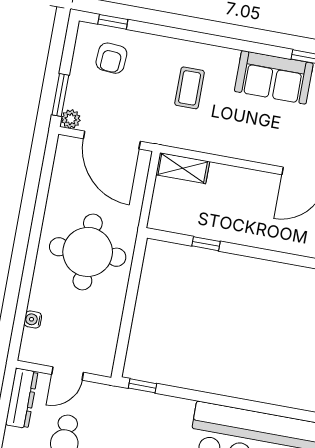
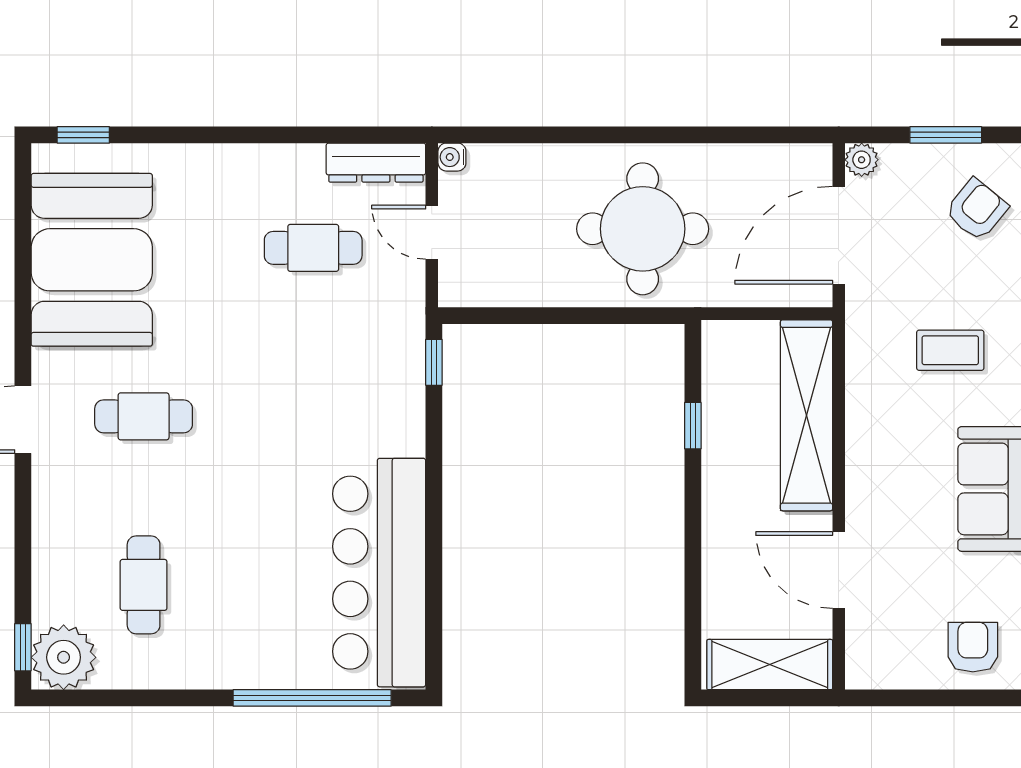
armchair: (111, 58) -> (977, 210), turned 125
window: (60, 95) -> (946, 135), moved
shelving: (183, 168) -> (807, 415), width x2.20, depth x1.33
water cooler: (33, 320) -> (452, 157), moved, turned -90

